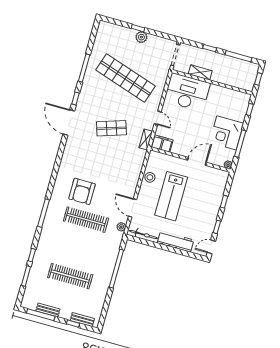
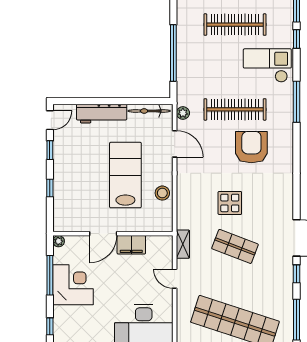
shop shelf: (111, 128) -> (235, 246), turned 39
filing cabinet: (162, 144) -> (131, 245), moved
display table: (107, 158) -> (230, 203), added
checkout: (56, 243) -> (267, 65), added

